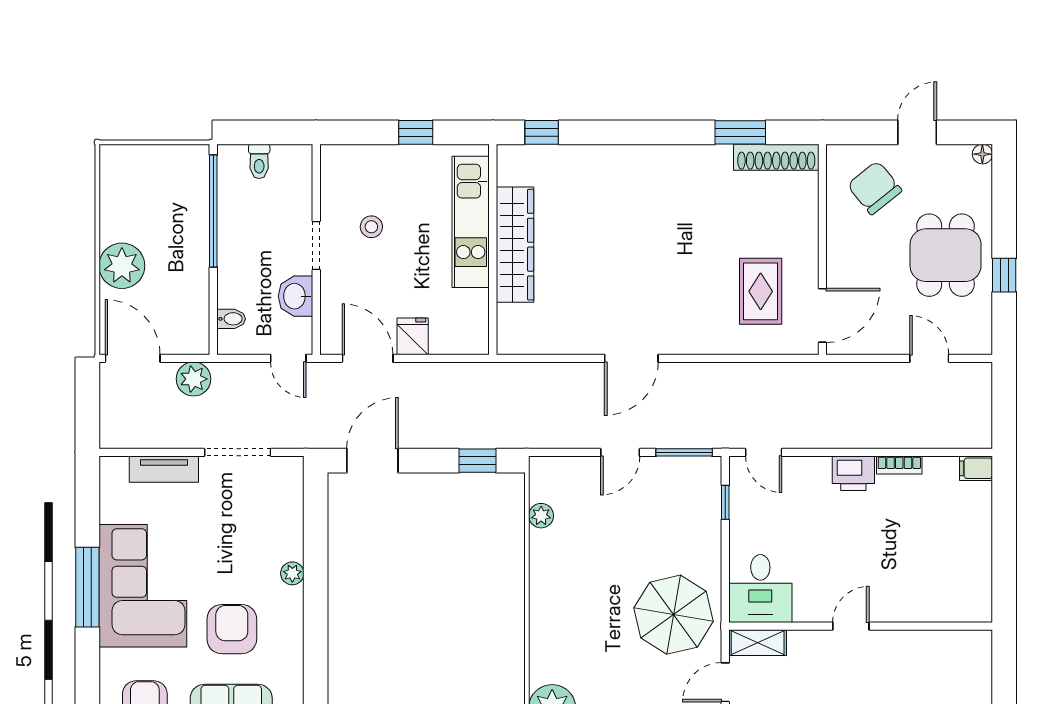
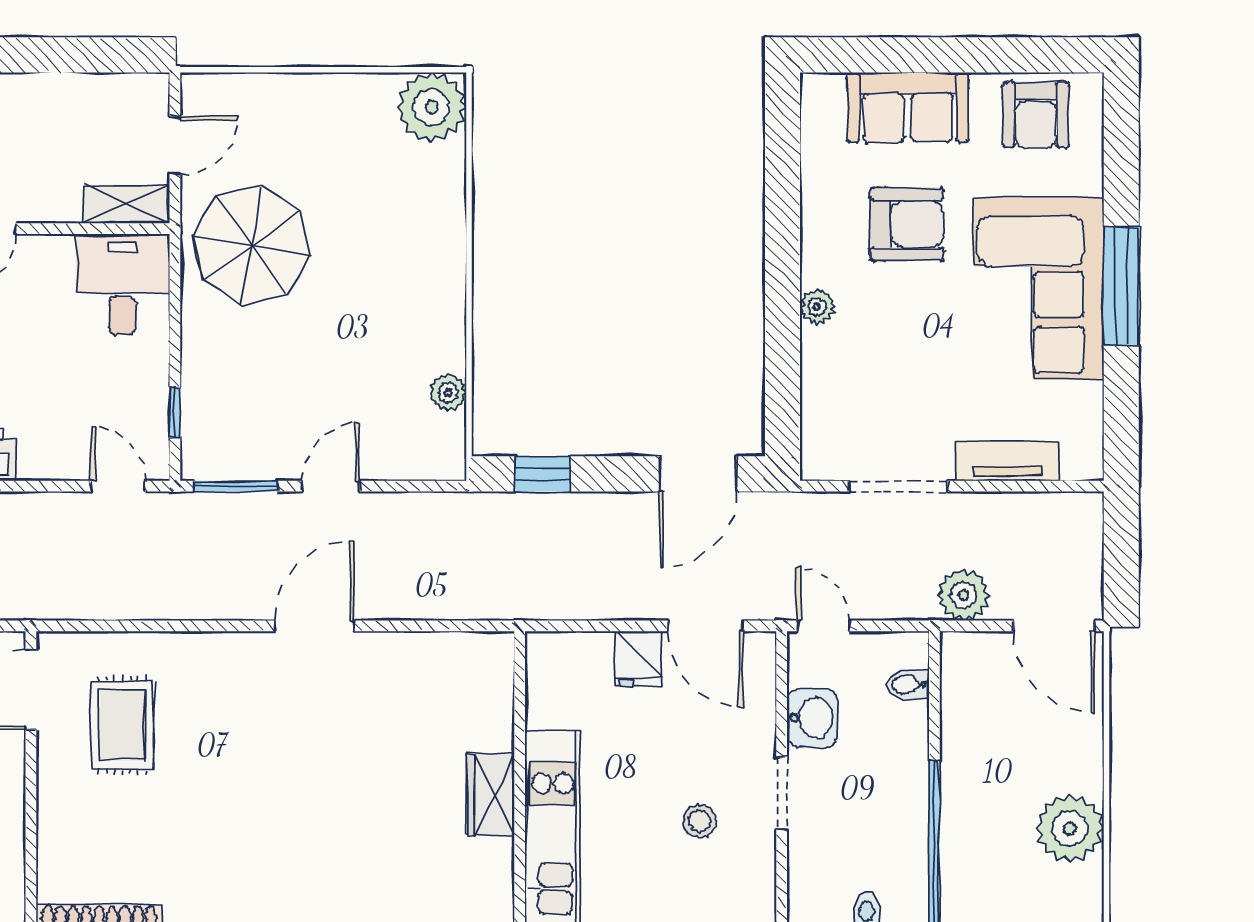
wardrobe: (515, 245) -> (491, 794), width x0.48, depth x0.85
plant: (122, 266) -> (1070, 828), moved
armchair: (232, 629) -> (907, 224), turned -90

